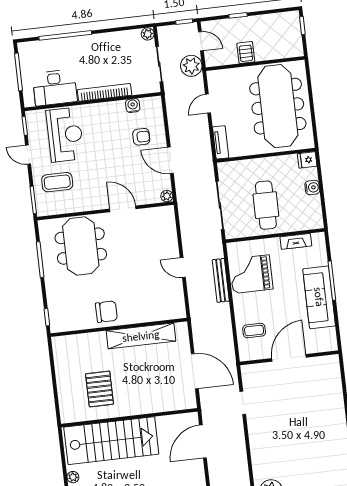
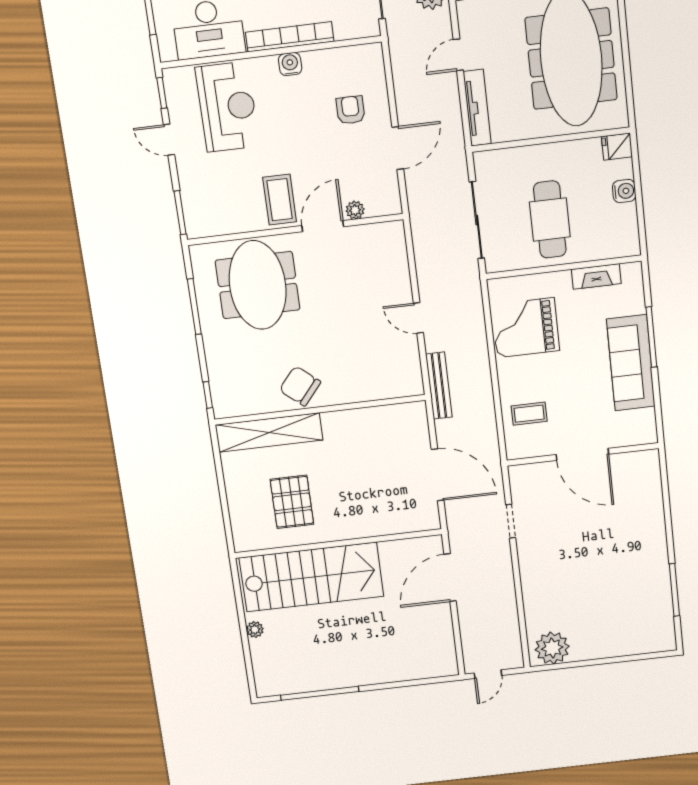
water cooler: (133, 106) -> (290, 64), moved
armchair: (141, 137) -> (350, 110), turned -90
tv unit: (221, 142) -> (477, 108), width x1.41
door: (170, 160) -> (398, 148), swing flipped
coffee table: (57, 182) -> (280, 200), moved, turned 90
plant: (167, 196) -> (355, 210), moved
door: (123, 209) -> (323, 226), hinge flipped
bench: (221, 280) -> (439, 386), moved
chair: (106, 312) -> (300, 386), turned -140
shelving: (141, 336) -> (269, 432), moved
door: (289, 358) -> (582, 454), swing flipped

